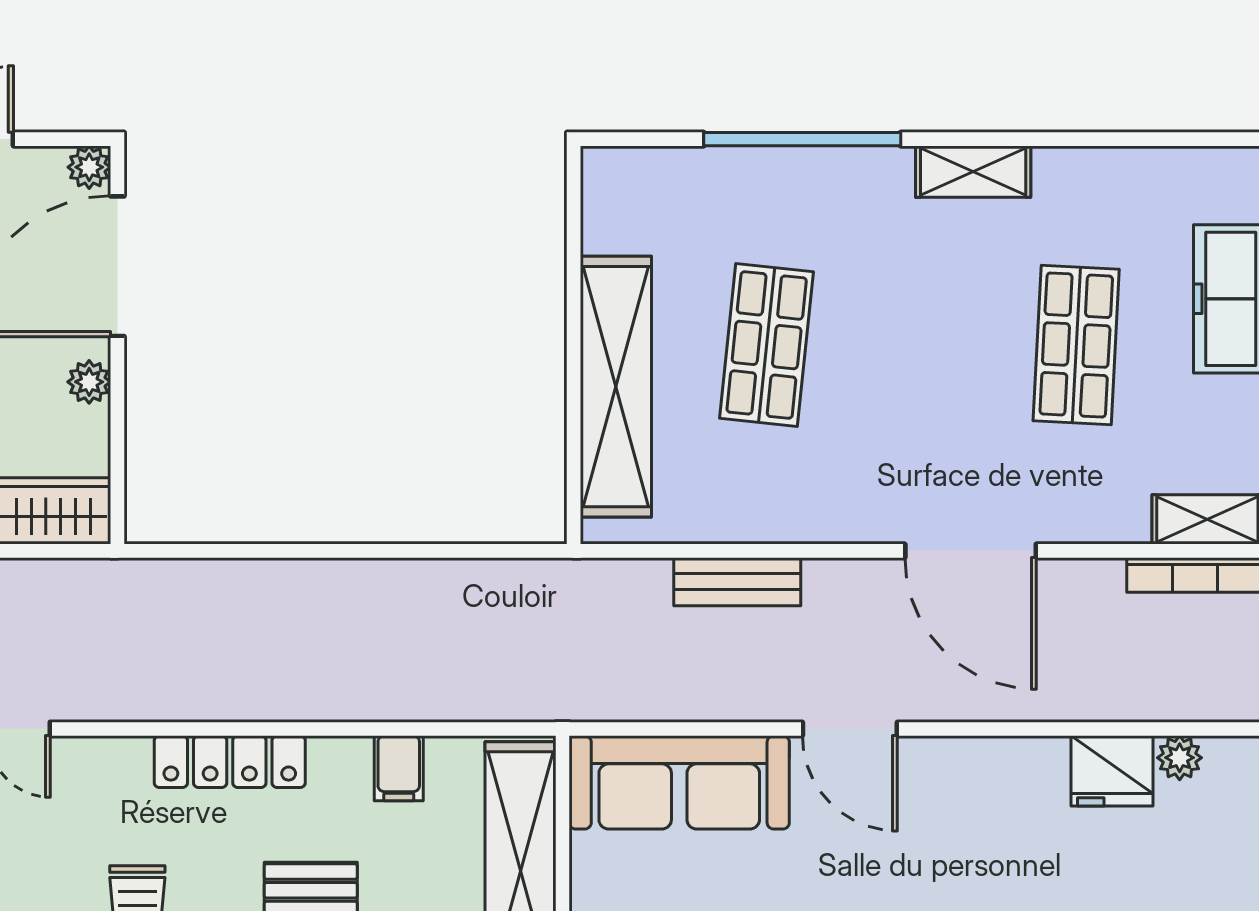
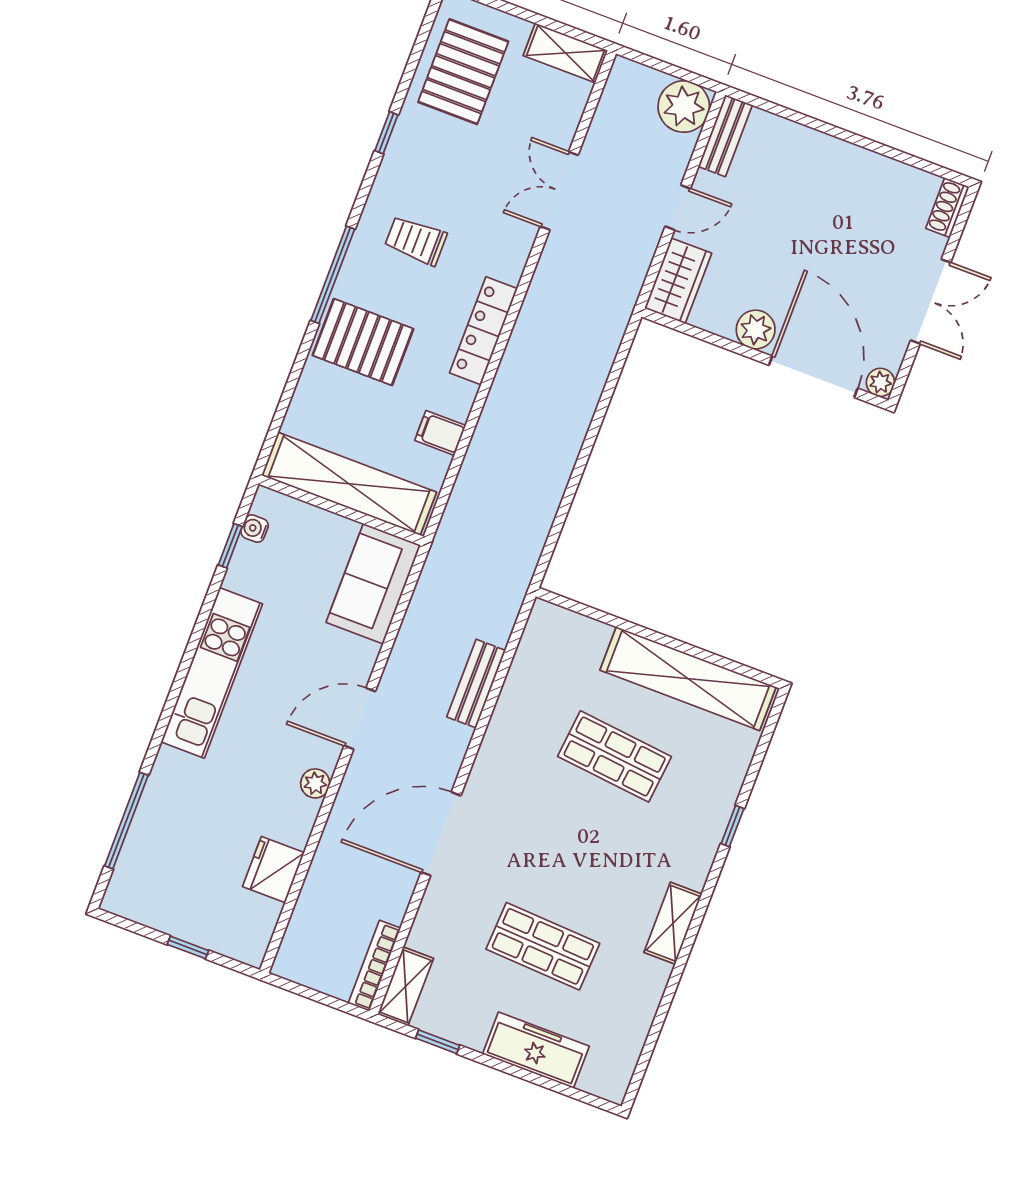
window: (802, 139) -> (733, 826), width x0.32
plant: (89, 382) -> (756, 330), width x1.38, depth x1.38
shelving: (616, 387) -> (688, 679), moved
plant: (1180, 758) -> (315, 783), moved
sofa: (679, 782) -> (373, 584), width x0.73

